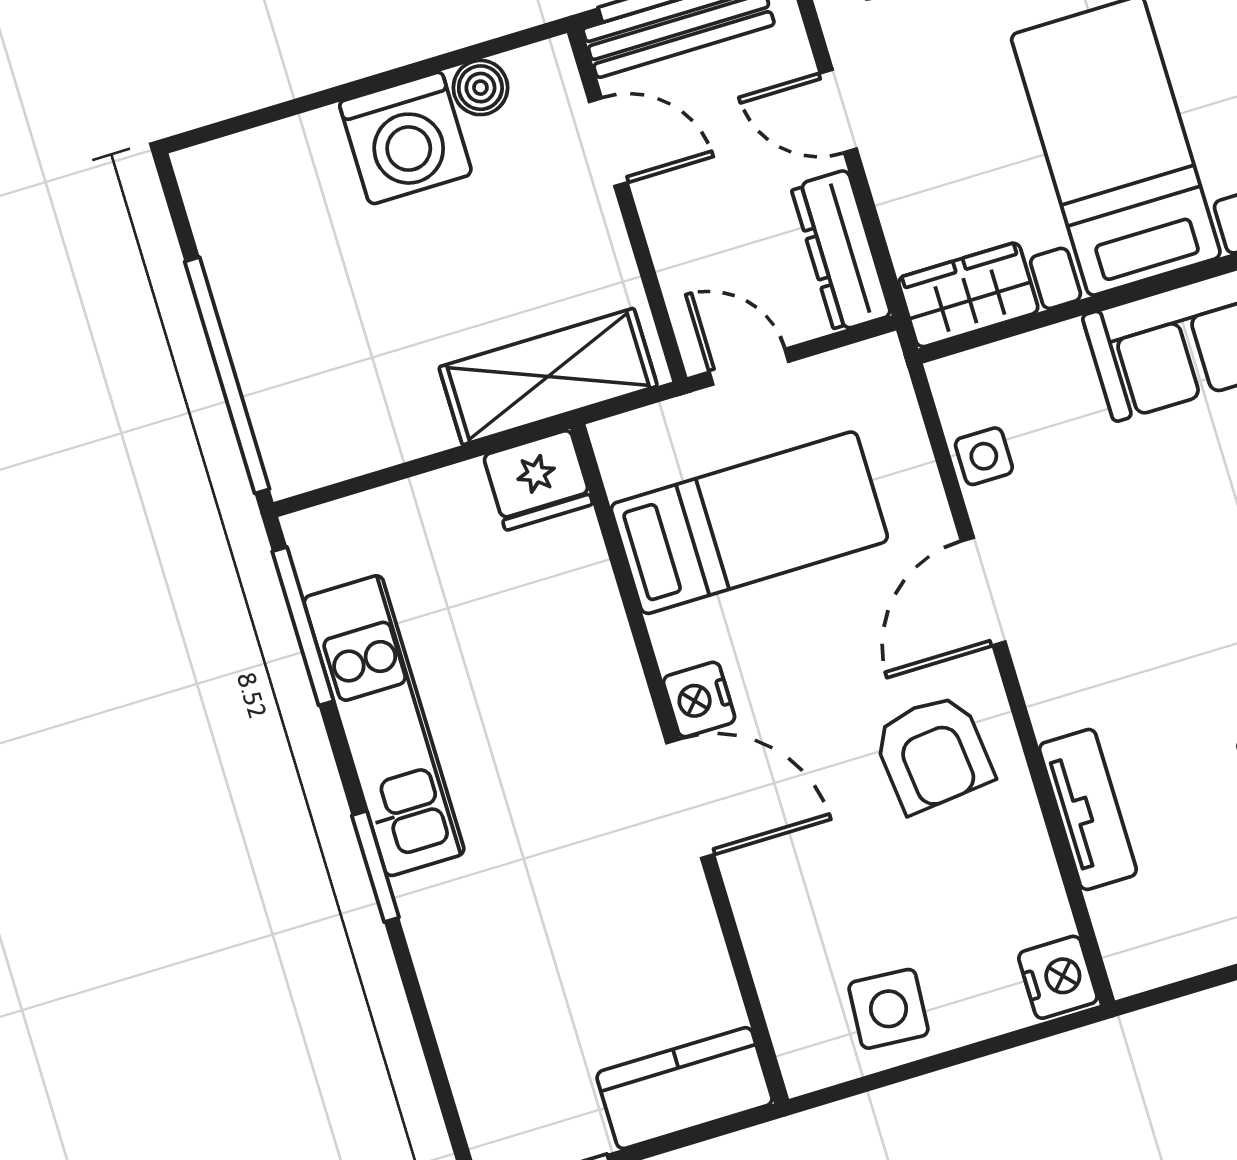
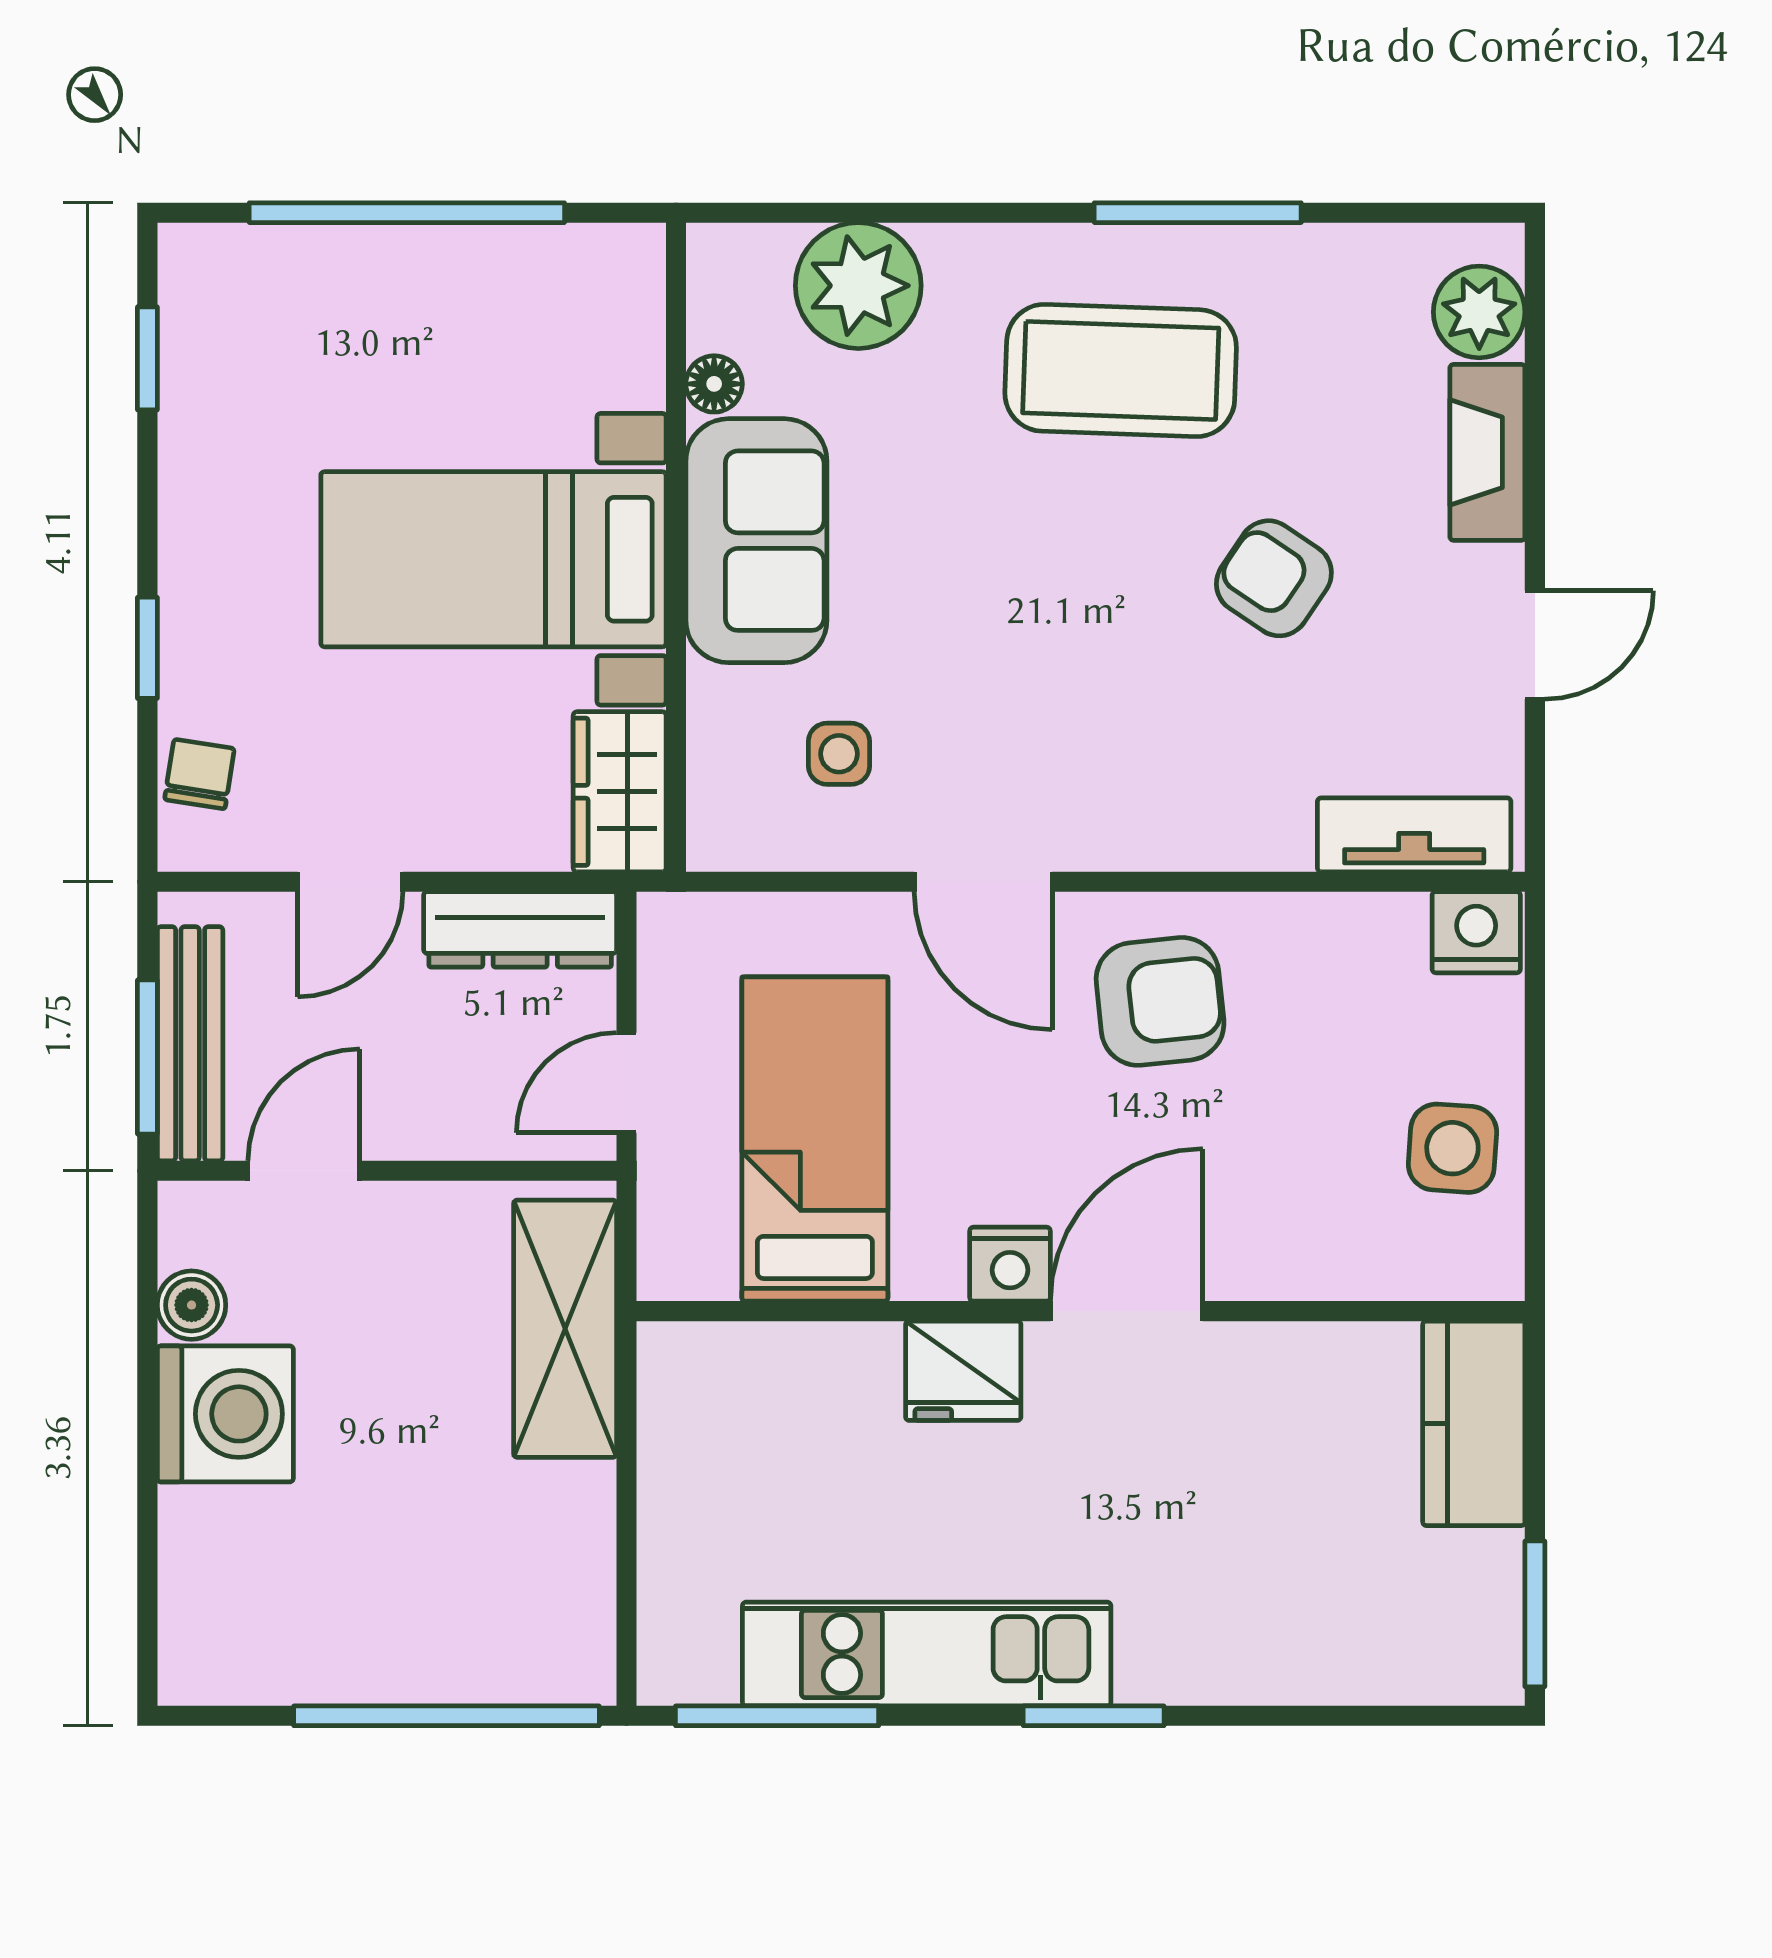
side table: (984, 456) -> (839, 754), moved
fridge: (538, 480) -> (963, 1371), moved, turned 90
tv unit: (1088, 809) -> (1414, 835), moved

